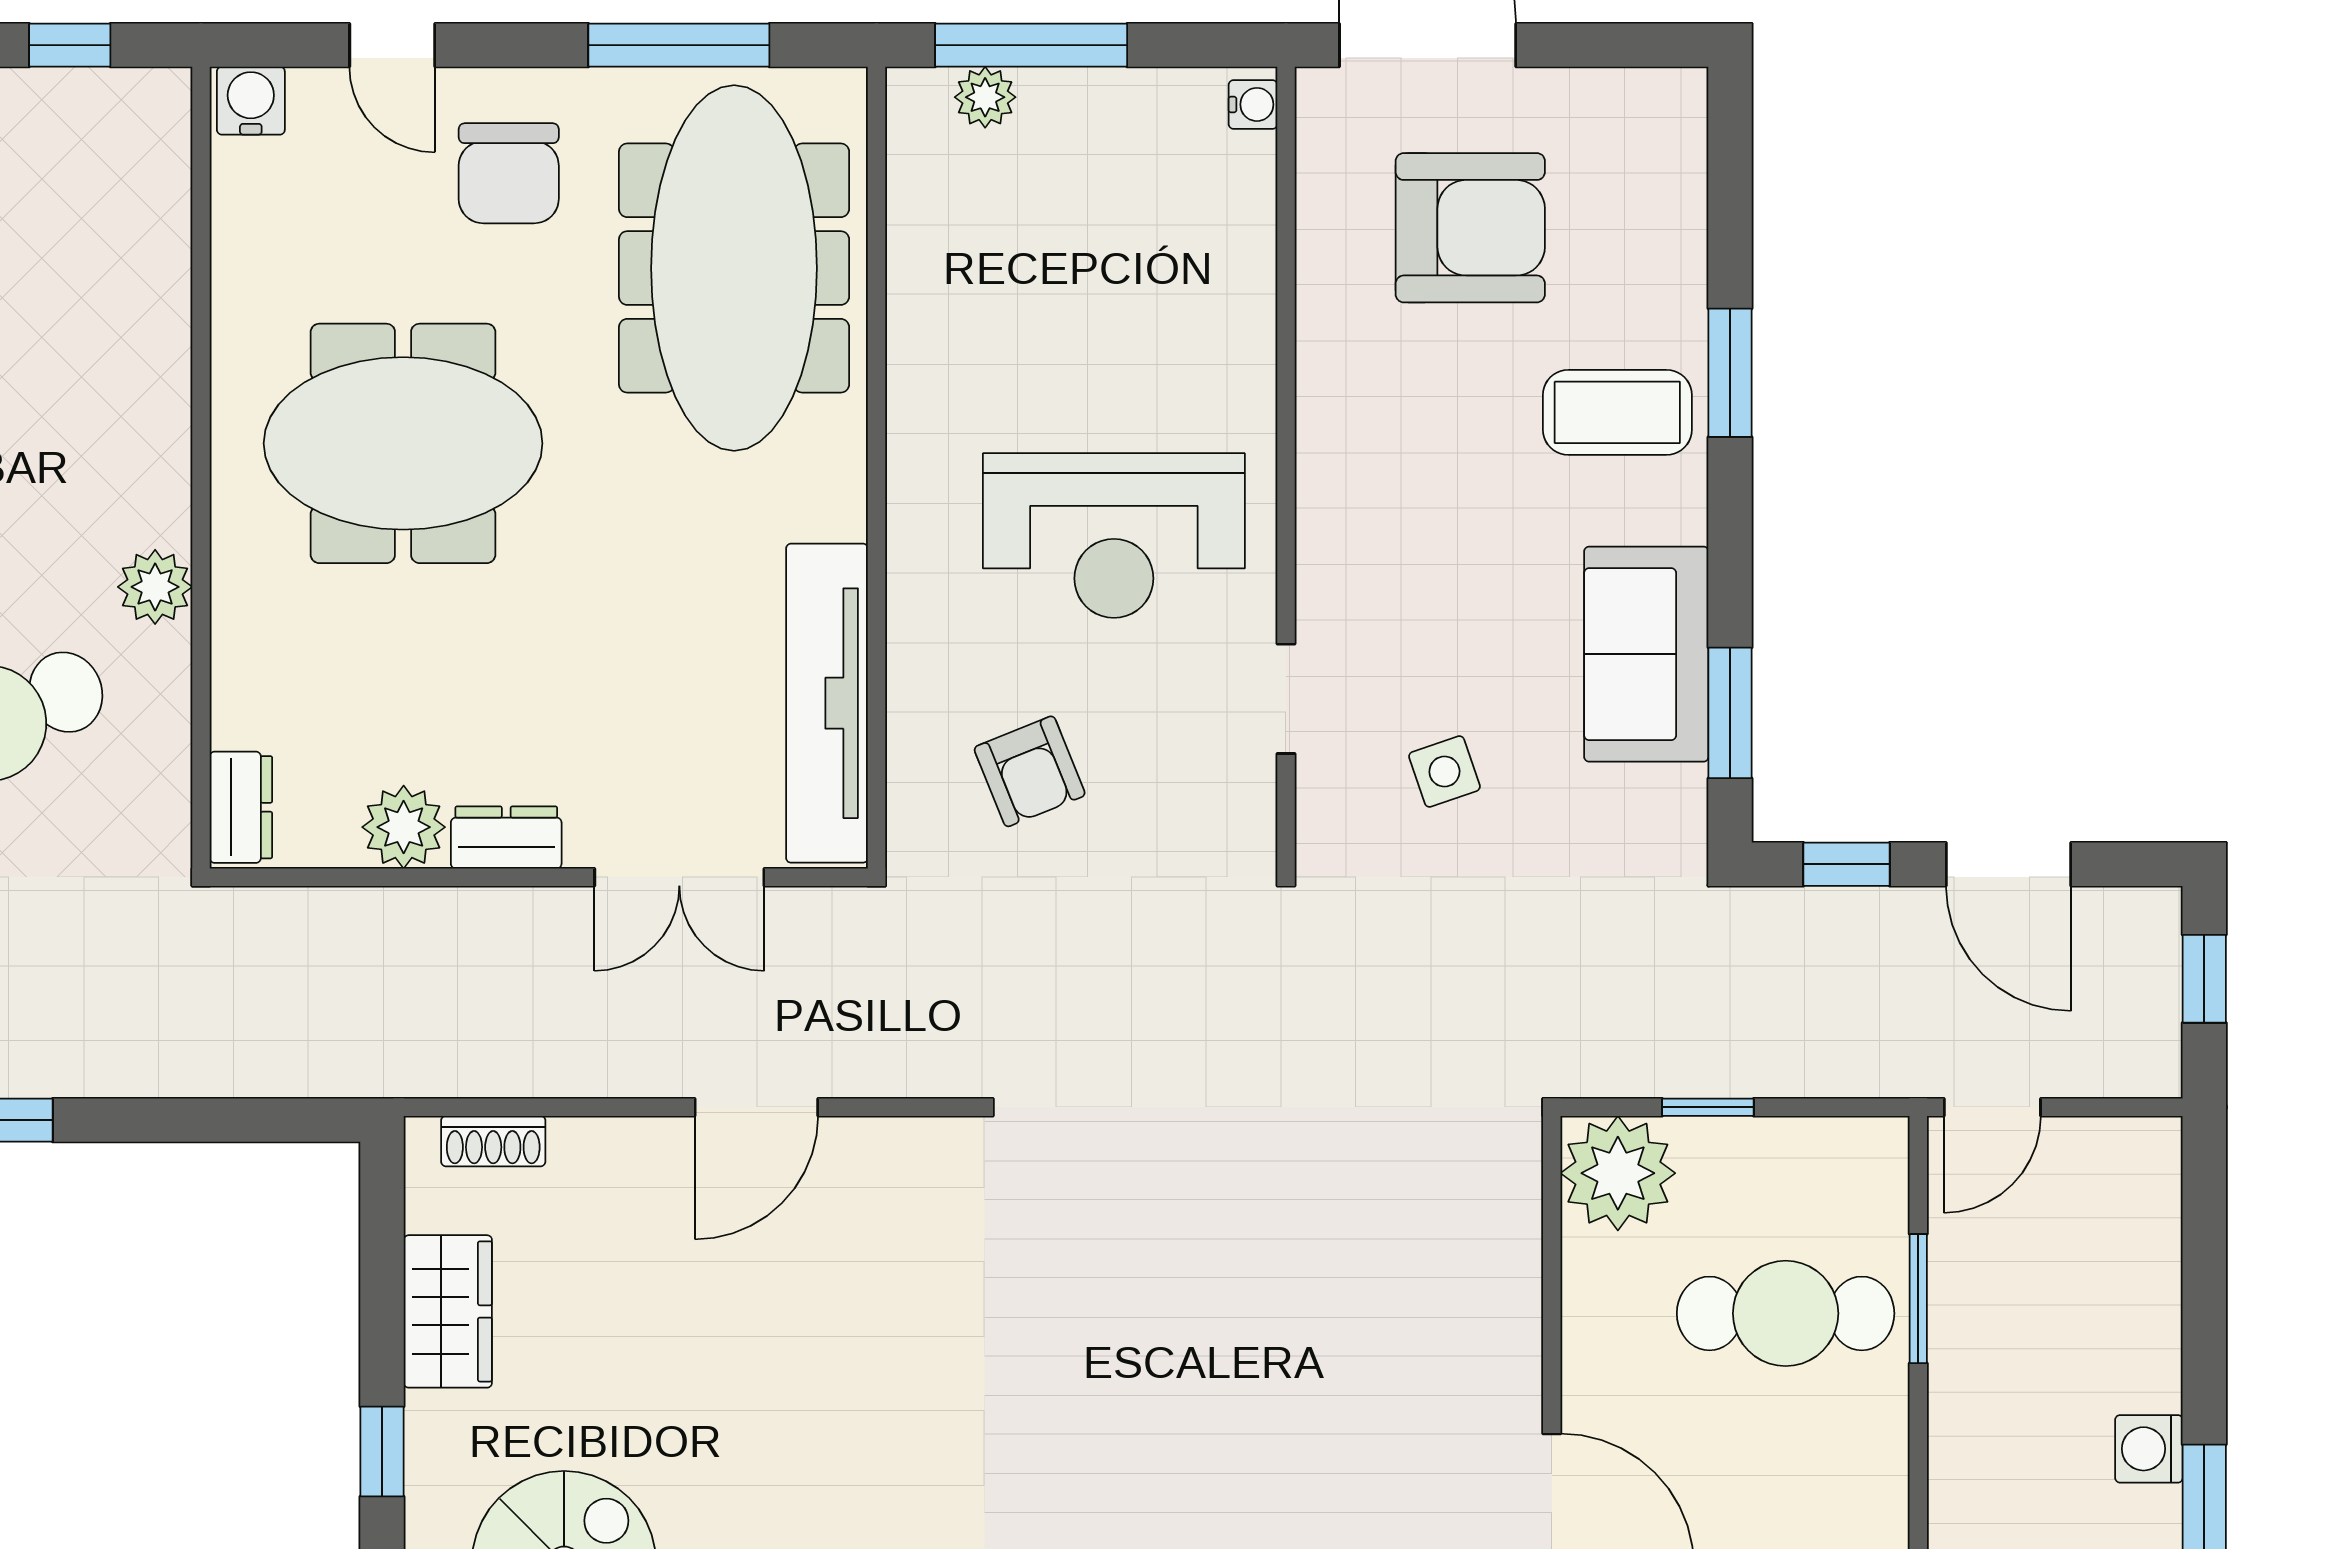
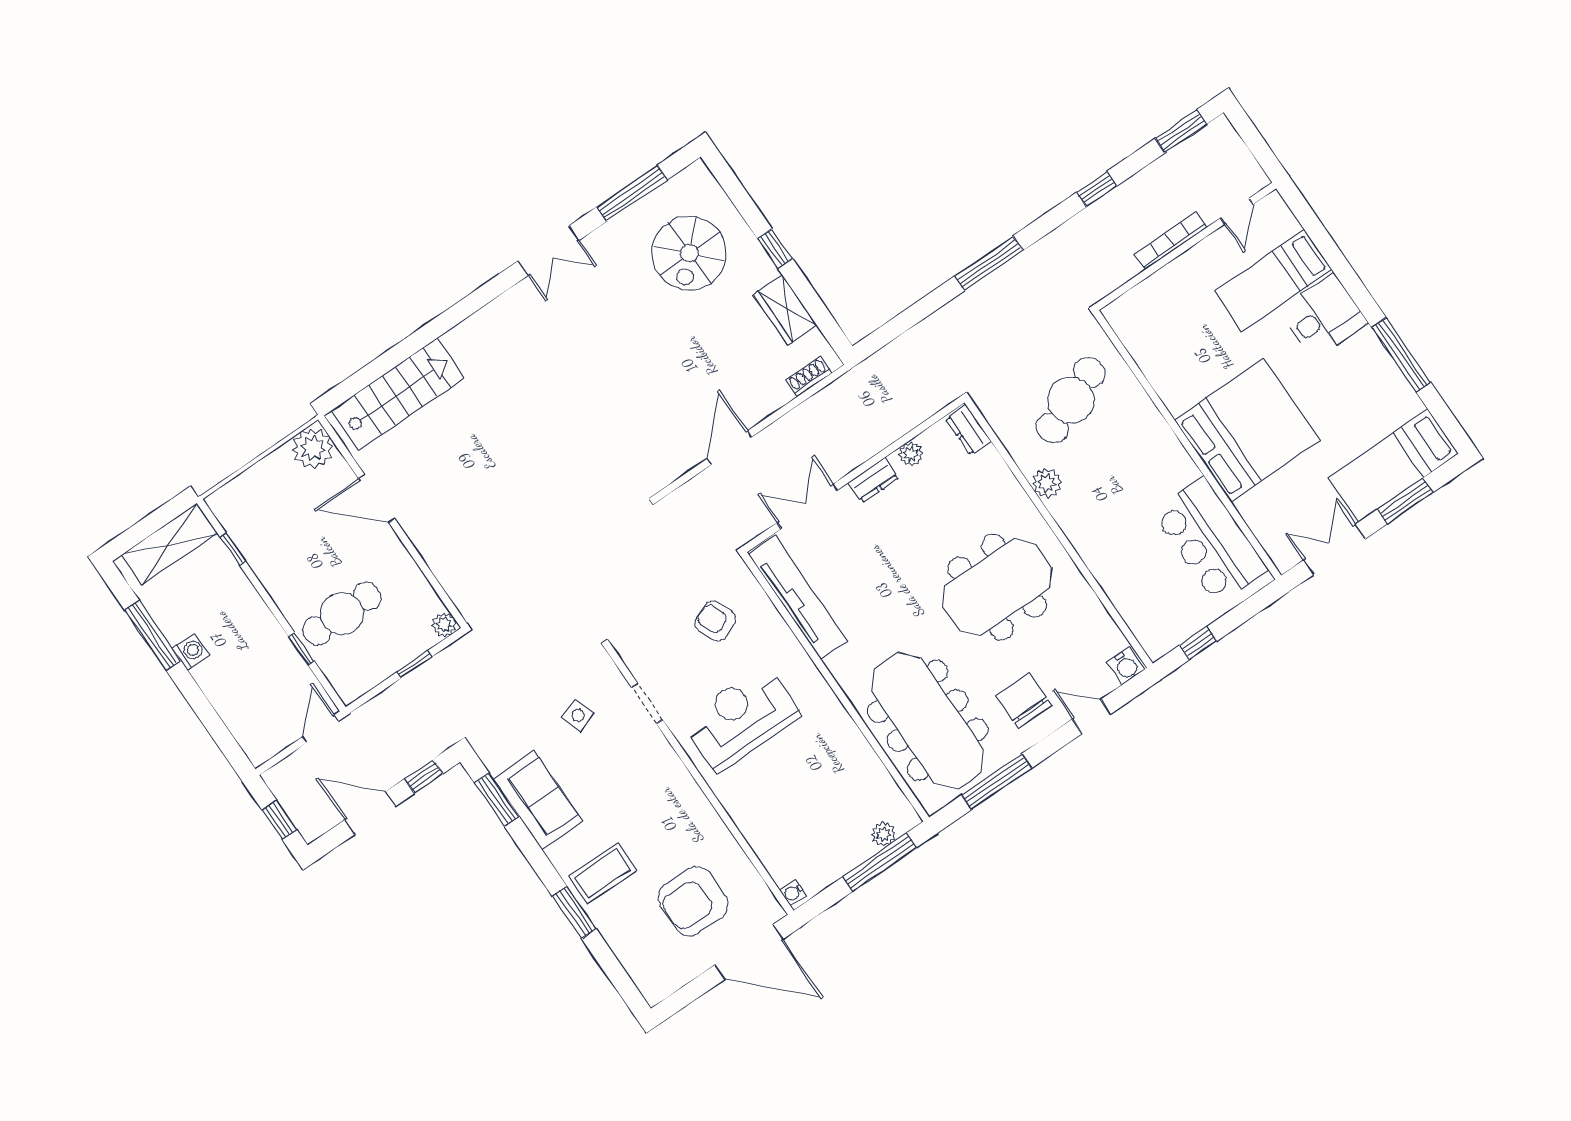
plant: (404, 827) -> (911, 454), width x0.73, depth x0.73
plant: (1618, 1173) -> (444, 625), width x0.53, depth x0.53
window: (1918, 1299) -> (301, 649), width x0.67

